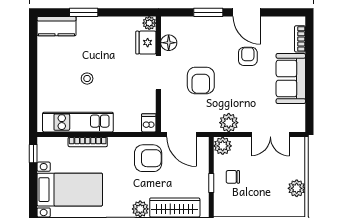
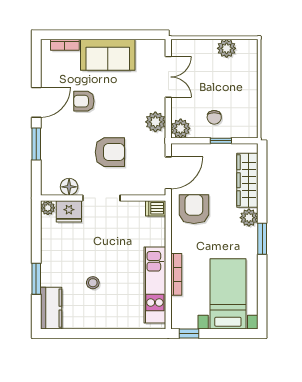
stool: (87, 79) -> (93, 283), moved

